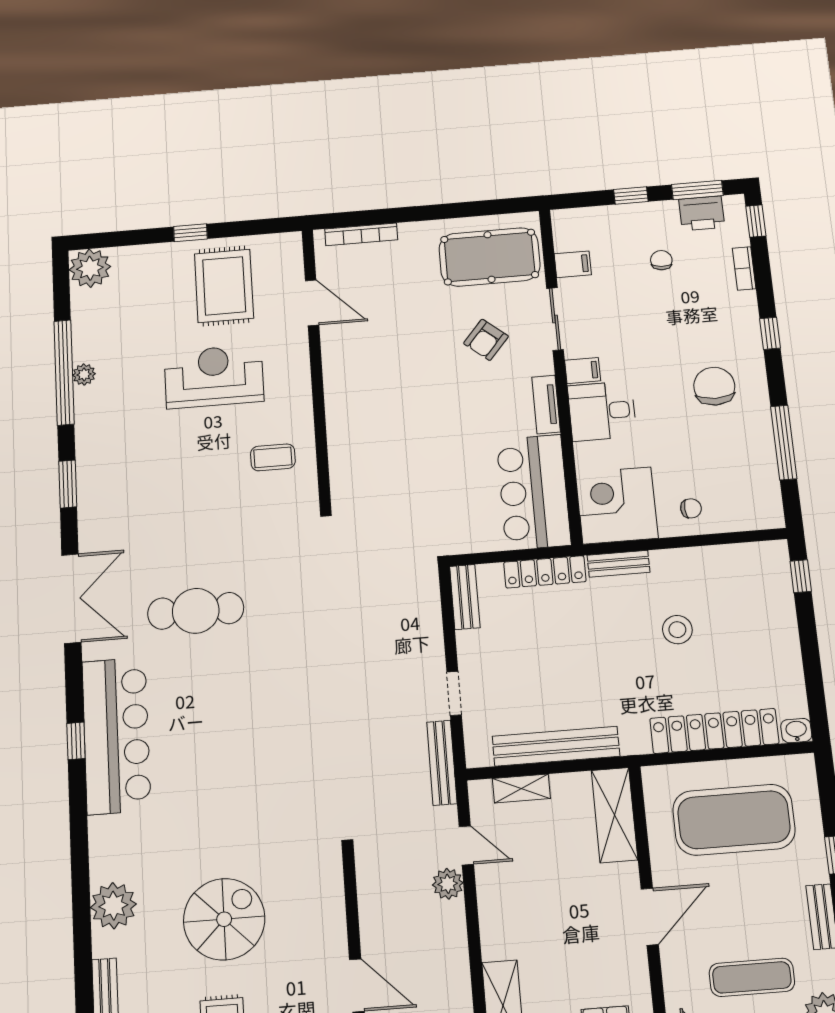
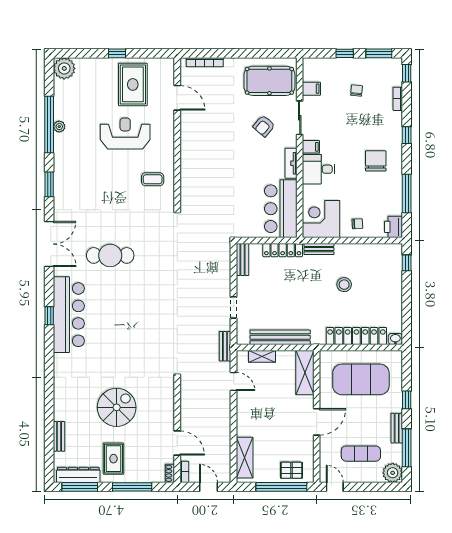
printer: (702, 213) -> (393, 227), moved, turned 90
bench: (442, 763) -> (225, 346), width x0.73
plant: (448, 884) -> (223, 399), removed
plant: (113, 906) -> (64, 397), removed

